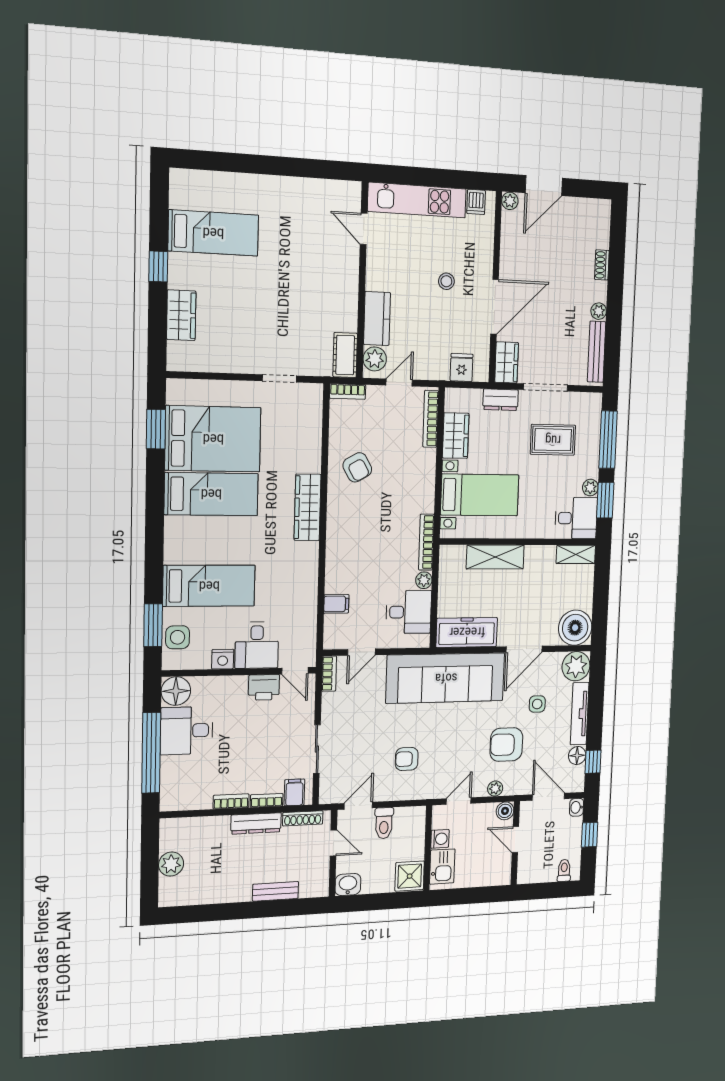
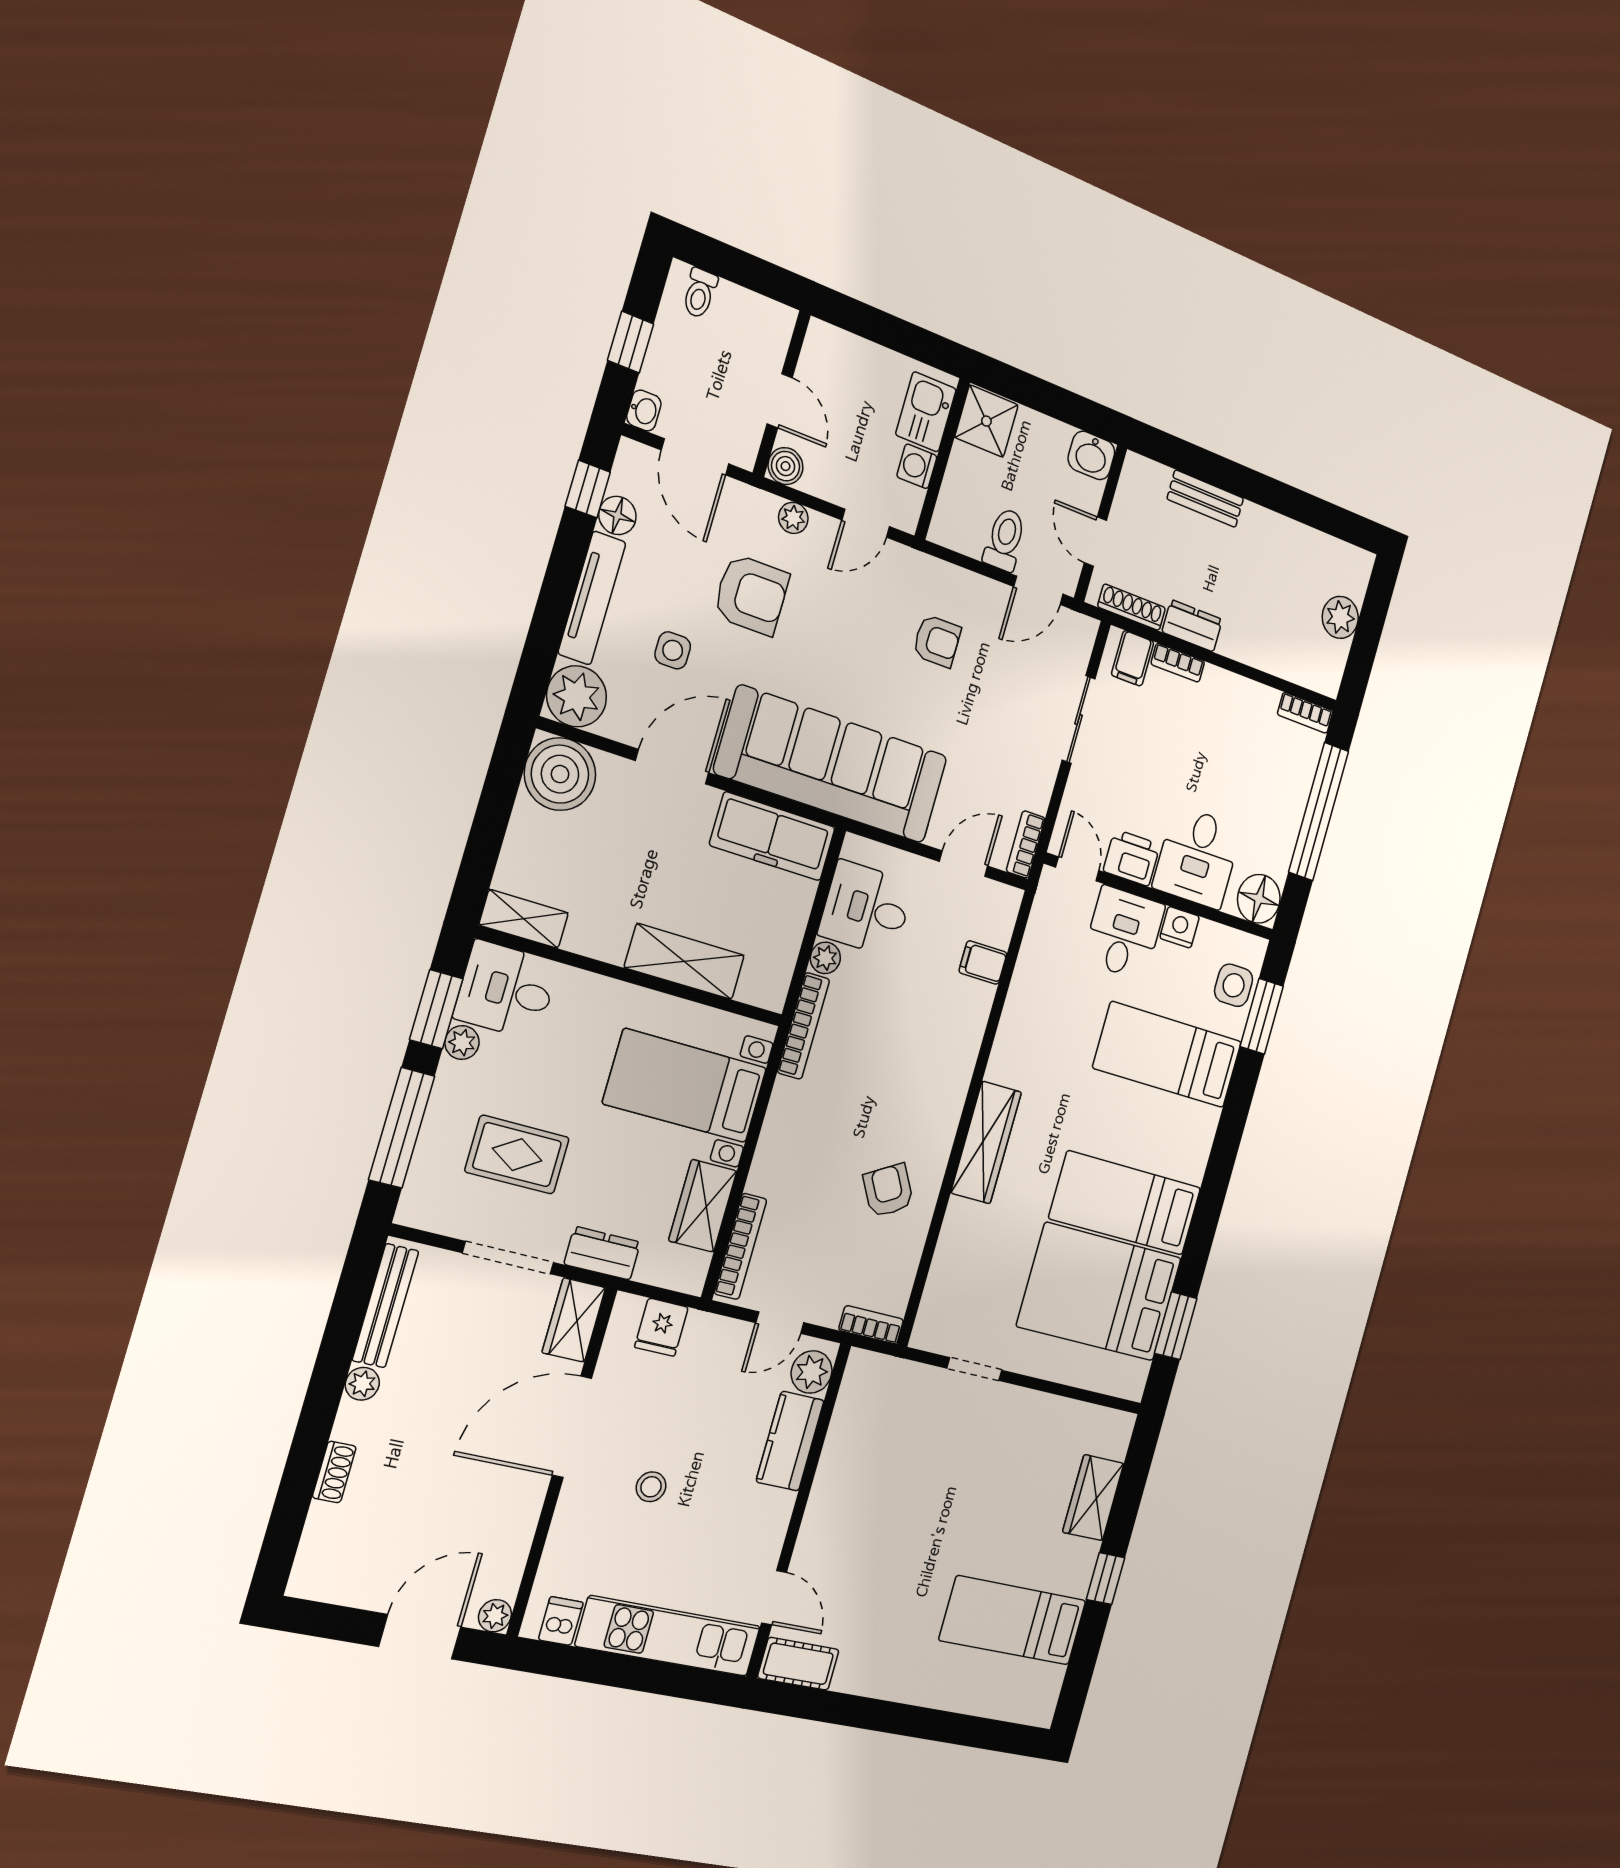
cot: (345, 355) -> (798, 1664), moved, turned 90
desk: (187, 731) -> (1197, 857), moved, turned 90
bookcase: (231, 801) -> (1305, 713), moved
dresser: (256, 823) -> (1192, 626), width x0.70

